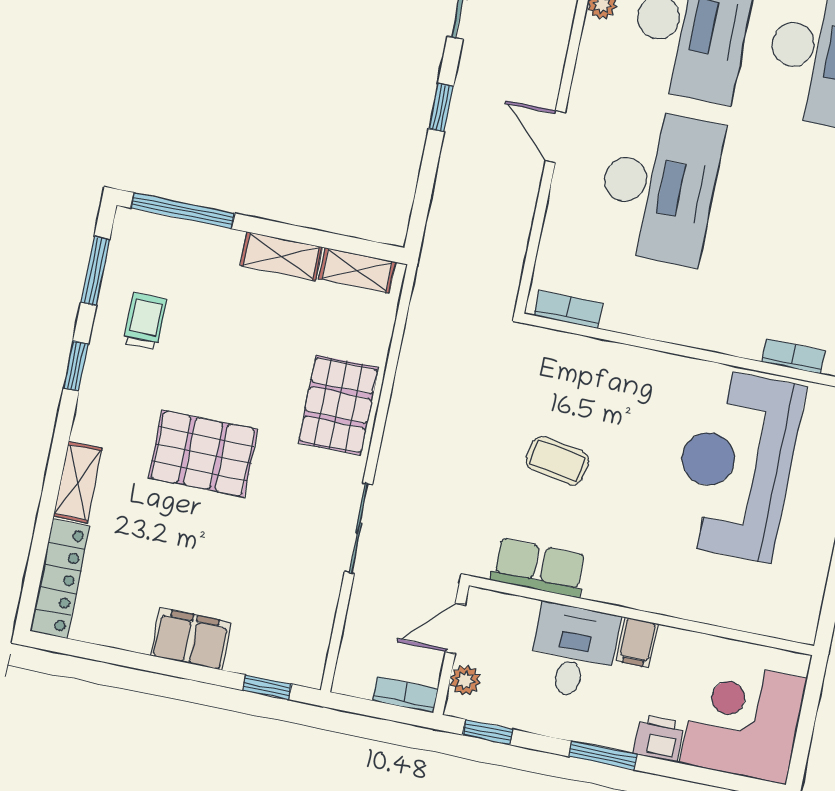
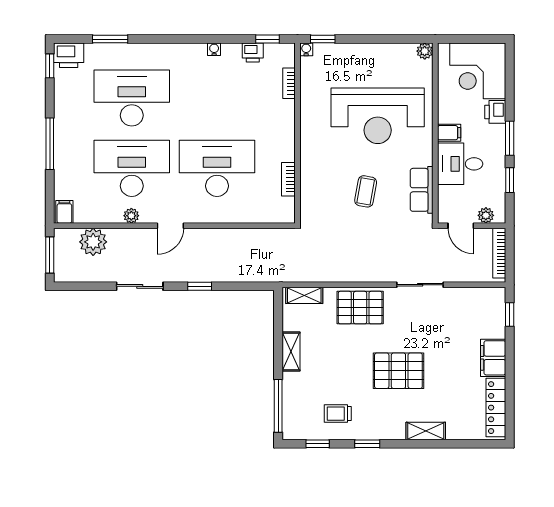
door: (555, 137) -> (170, 226), moved
shelving: (357, 270) -> (304, 295), moved, turned 90
window: (95, 271) -> (318, 444), width x0.67
bookcase: (568, 309) -> (288, 179), moved
pallet: (203, 454) -> (398, 371), turned 90
reception desk: (736, 465) -> (378, 116), moved
locker: (60, 579) -> (496, 408), moved, turned -90
plant: (802, 627) -> (425, 51), added
bookcase: (405, 695) -> (499, 253), width x1.56
window: (488, 732) -> (510, 180), moved

